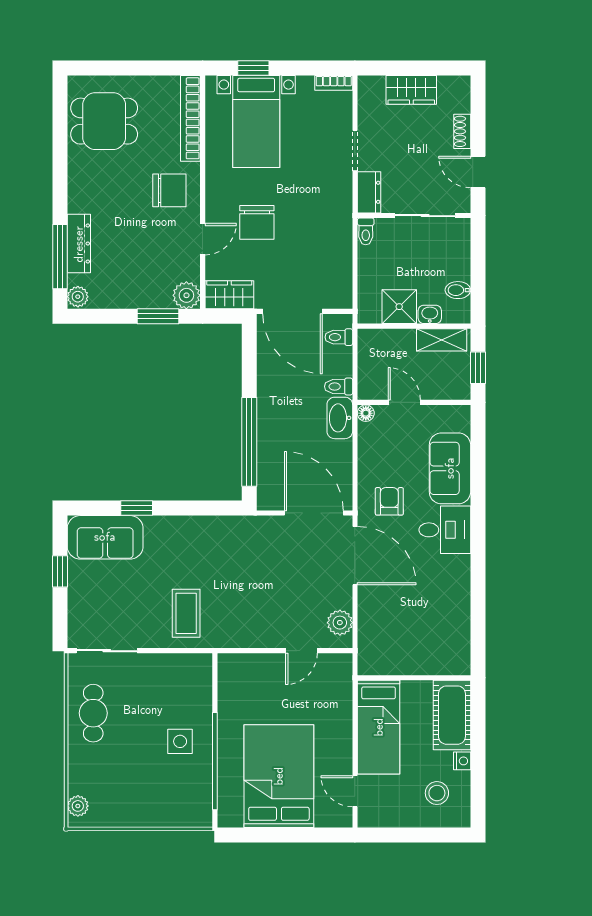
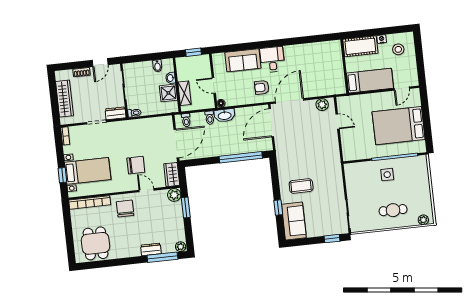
wardrobe: (411, 90) -> (64, 99), width x1.50
dresser: (79, 244) -> (151, 249), width x0.70
shelving: (442, 340) -> (184, 93), moved
door: (404, 402) -> (214, 85), hinge flipped
window: (60, 571) -> (332, 239), moved
coffee table: (186, 613) -> (301, 186), moved
cafe table: (93, 713) -> (393, 210), moved

